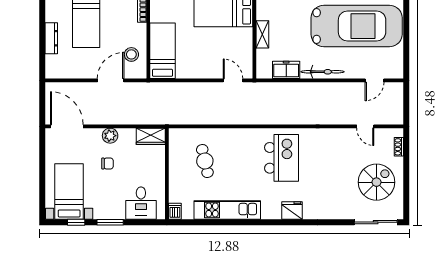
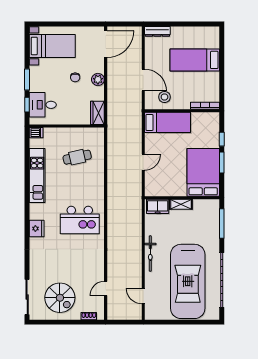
dresser: (51, 38) -> (157, 31), moved
freezer: (286, 70) -> (158, 206), moved, turned 90
door: (233, 80) -> (143, 162), moved
window: (76, 222) -> (27, 105), moved

